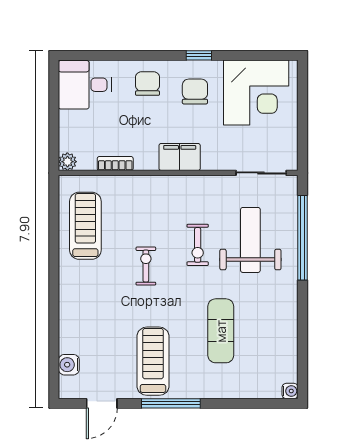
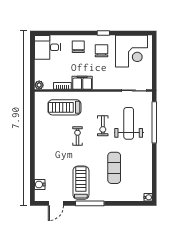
filing cabinet: (180, 157) -> (82, 83), moved
treadmill: (85, 226) -> (64, 107), moved, turned -90

